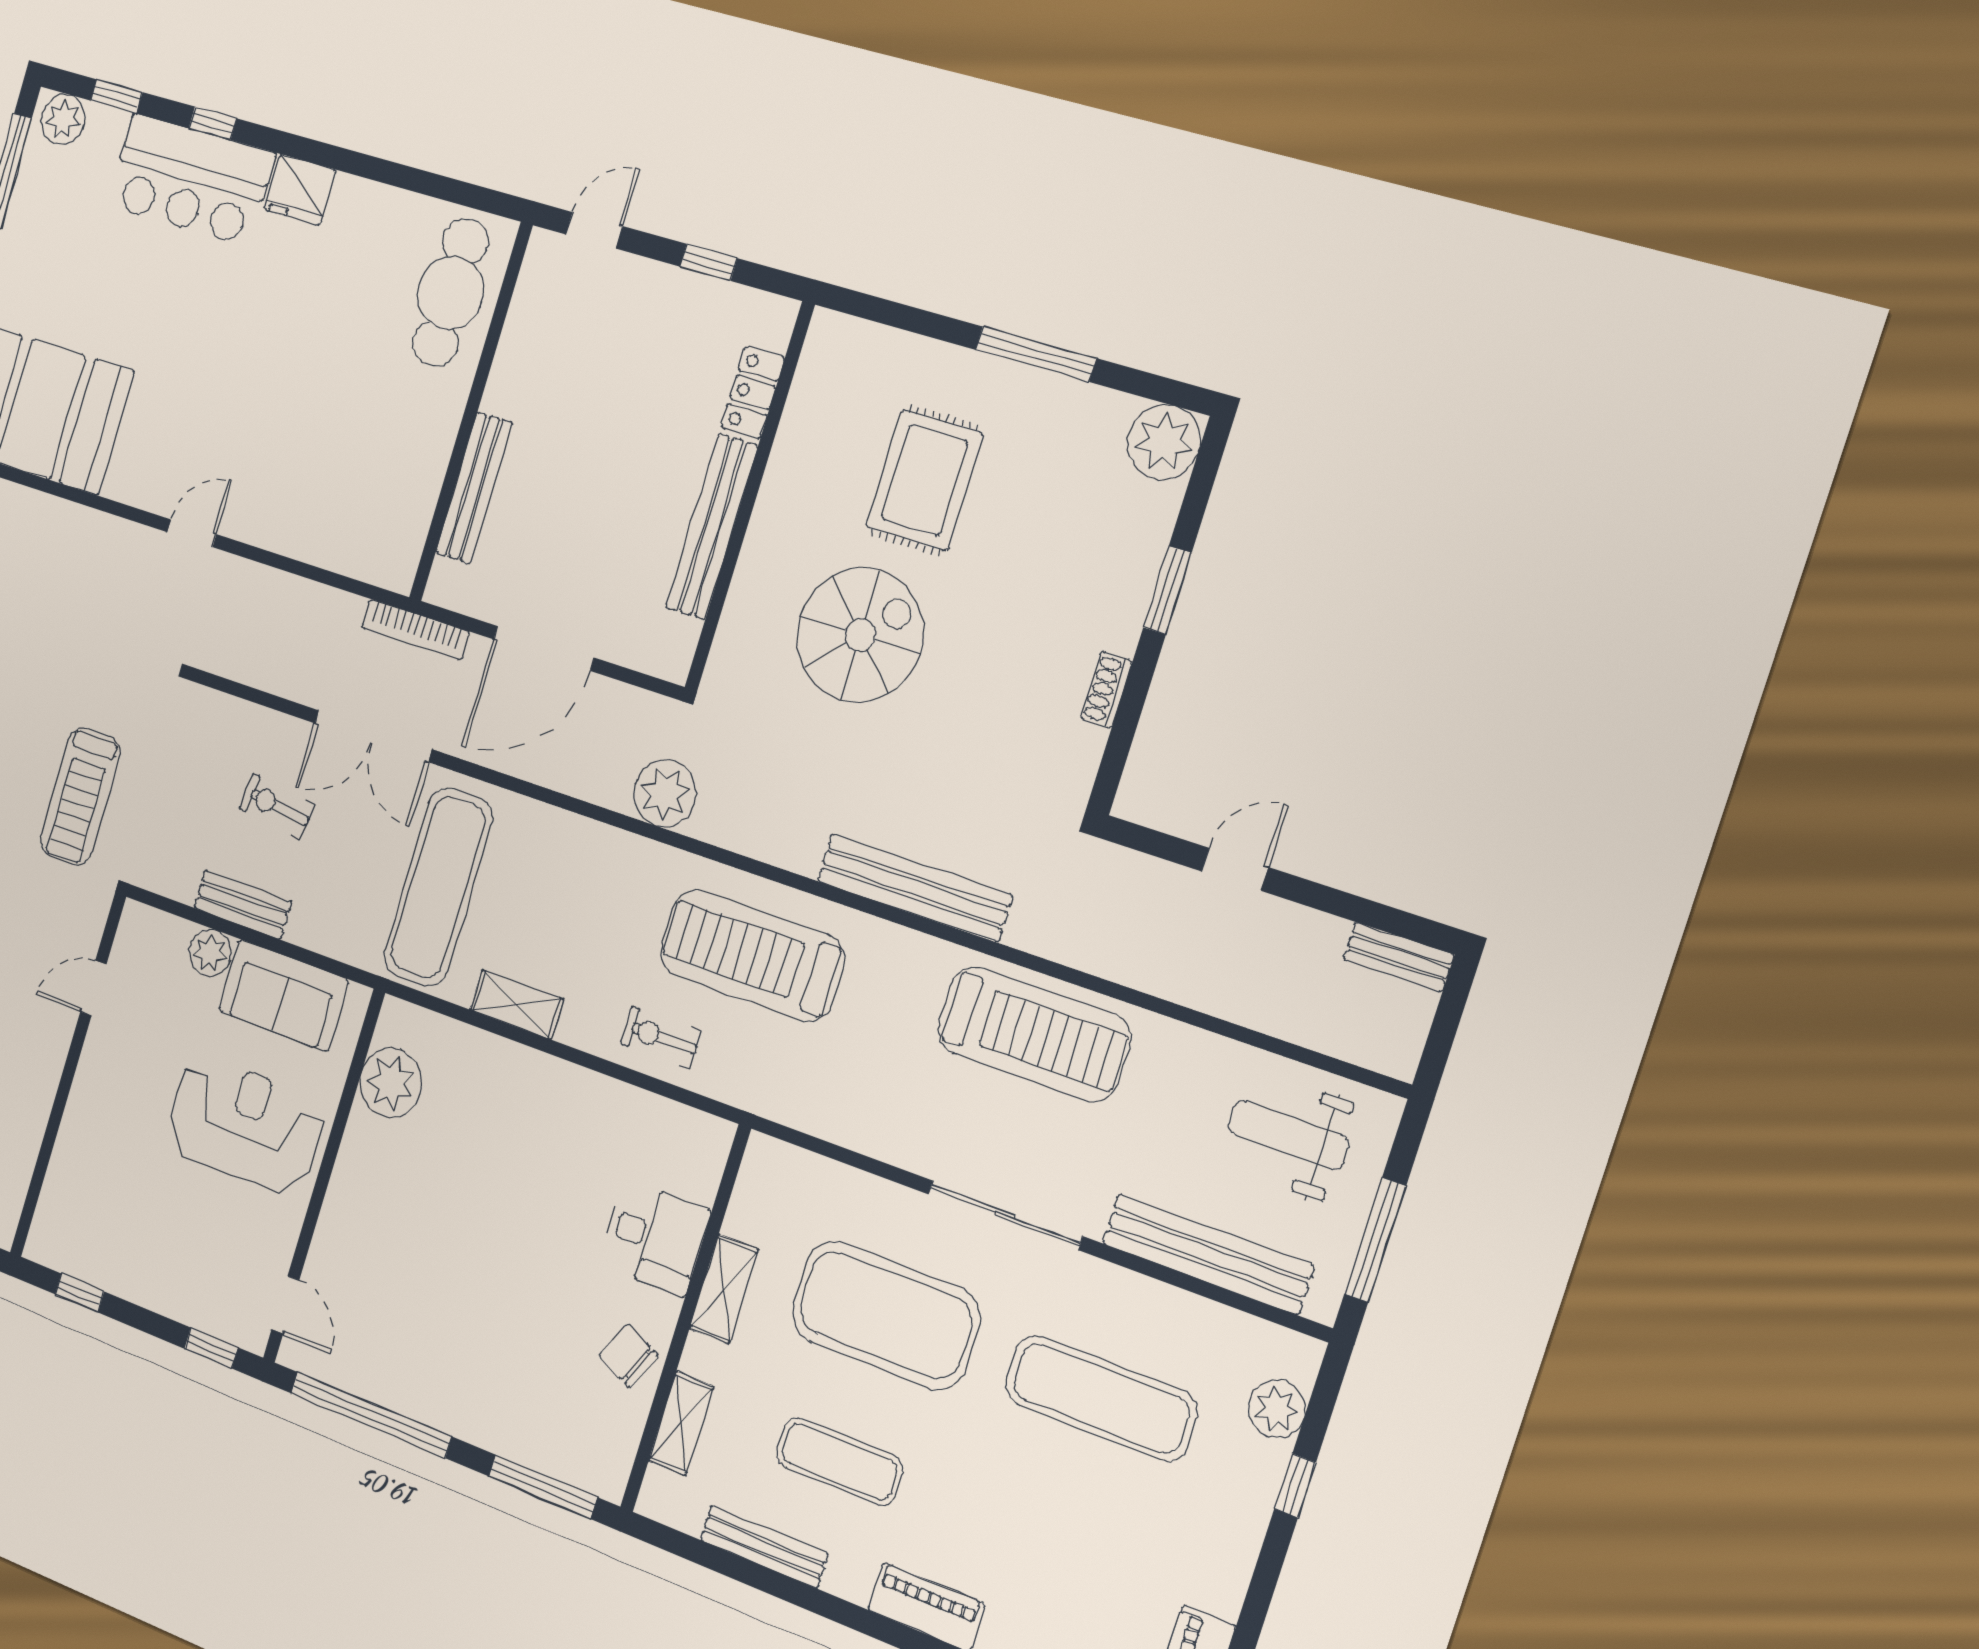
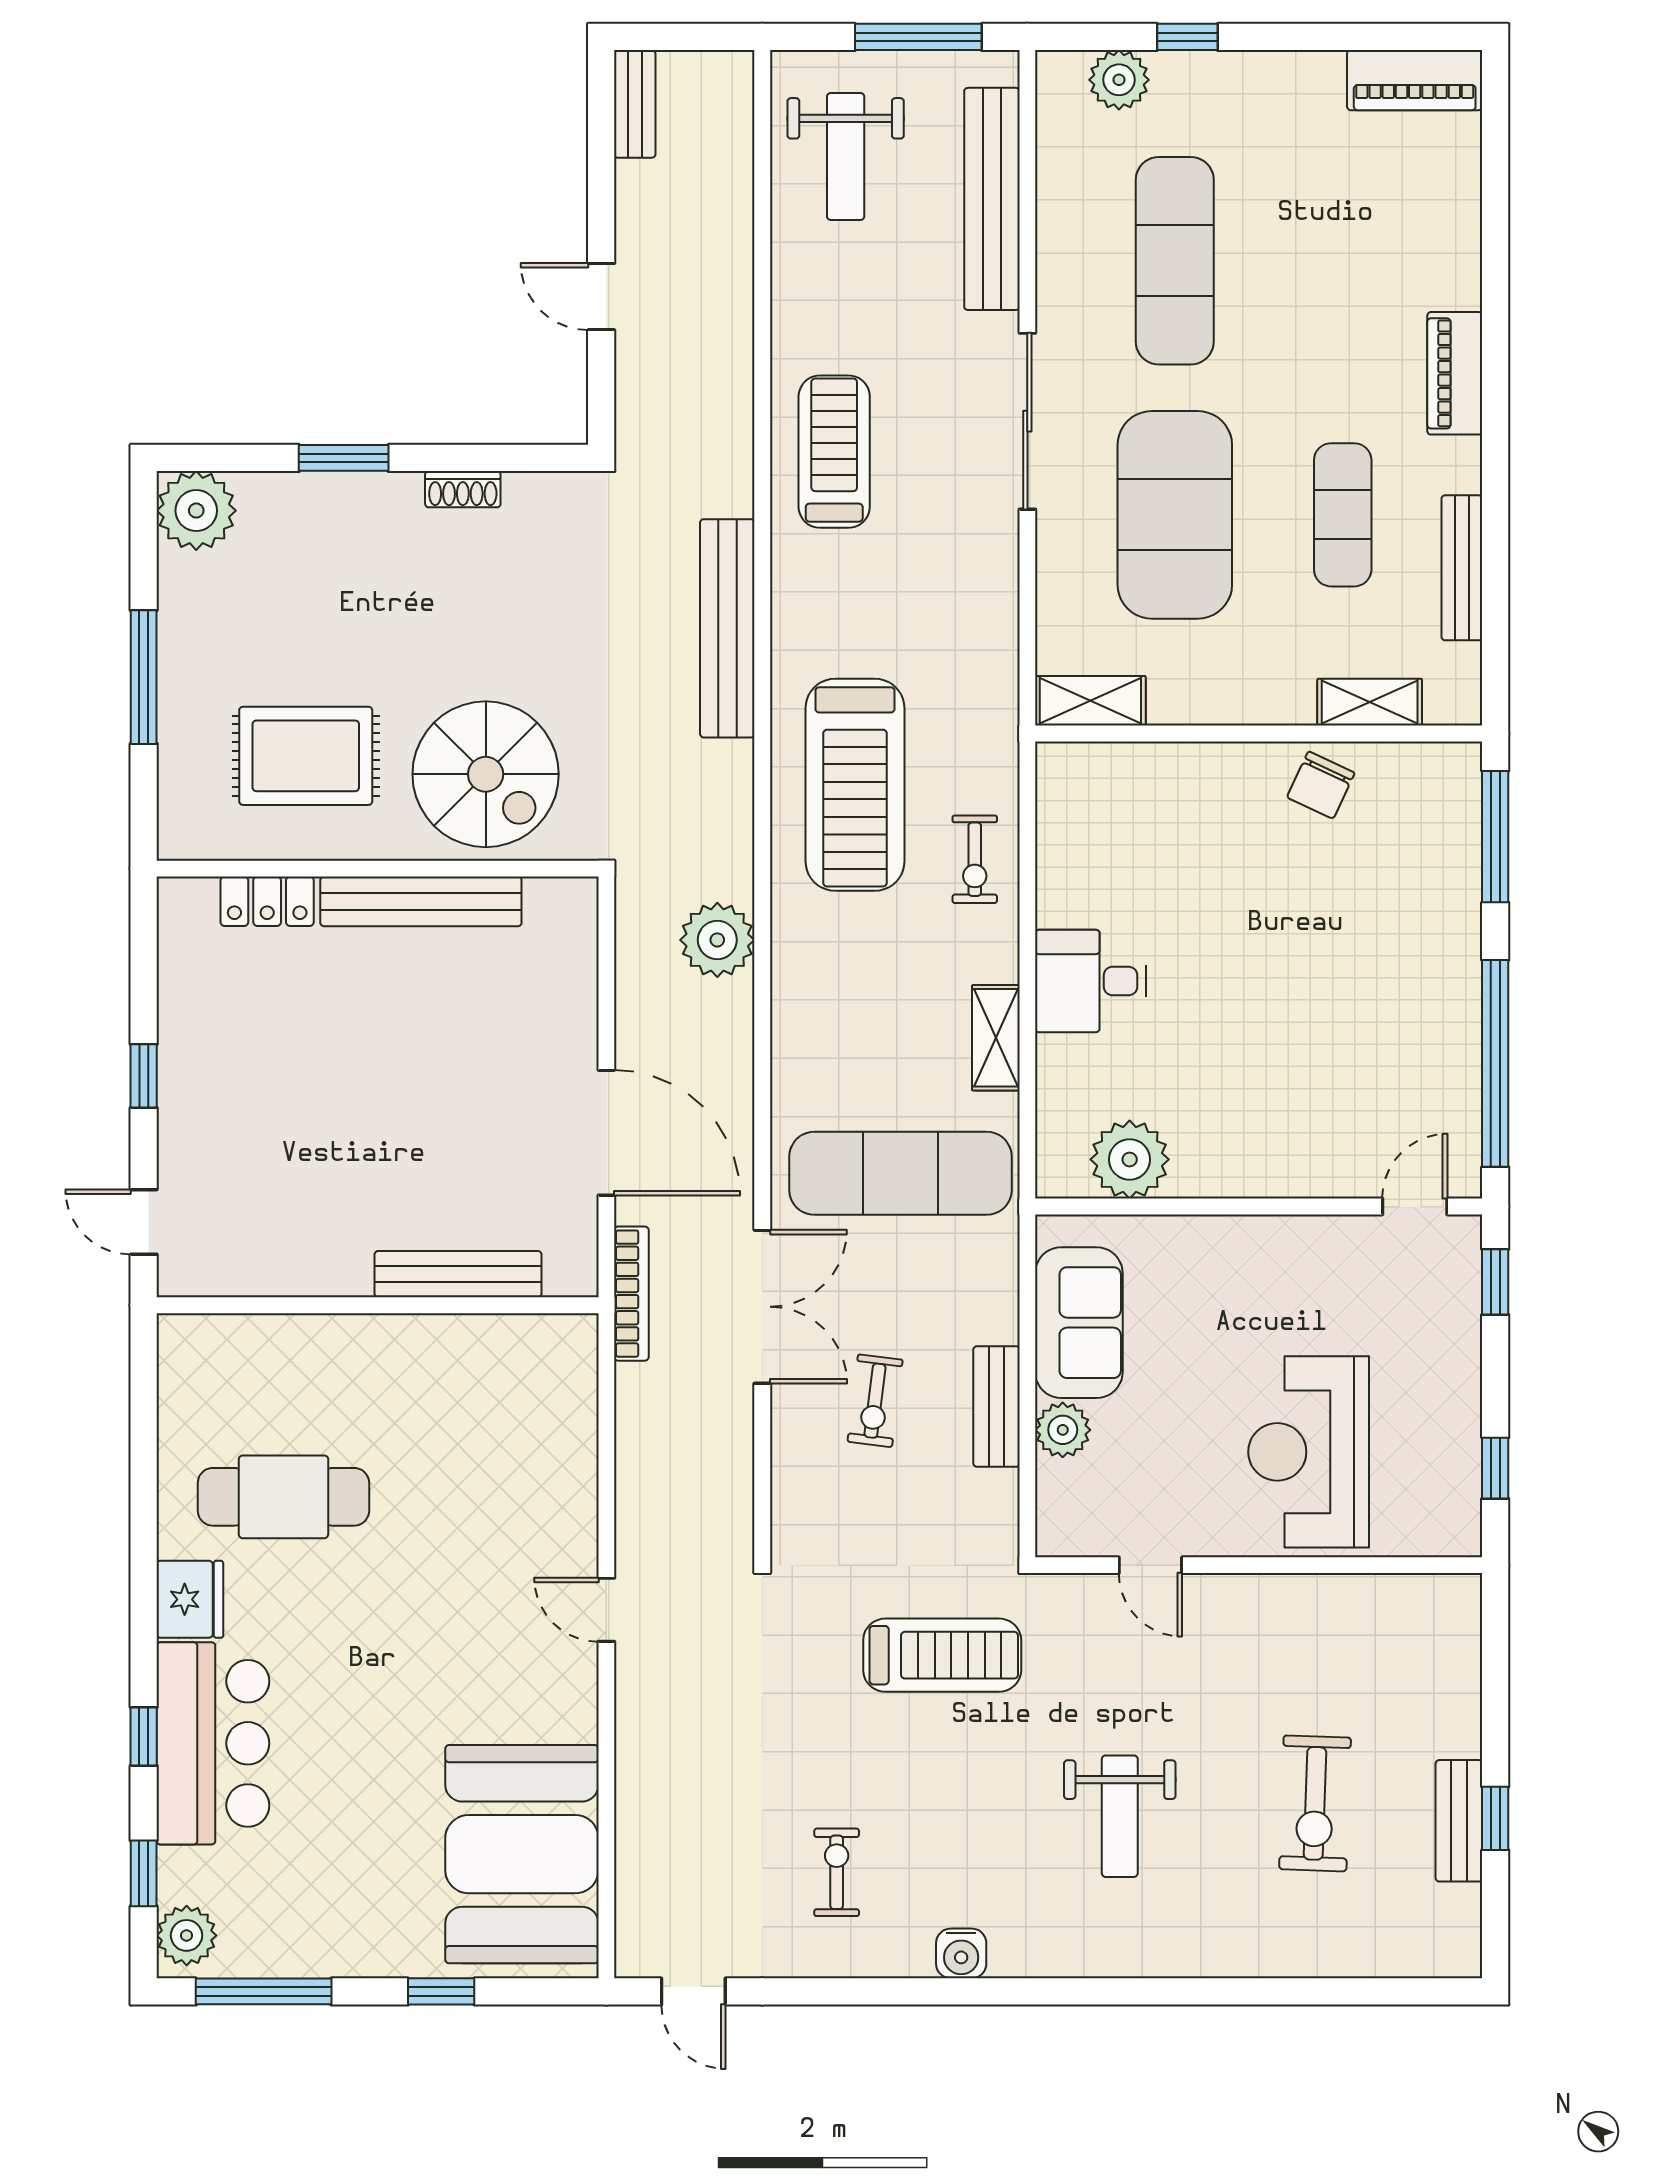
cafe table: (451, 293) -> (283, 1497), moved
locker: (753, 392) -> (267, 901), moved
wall: (749, 497) -> (378, 869), moved
bench: (712, 527) -> (421, 901), moved
spiral stairs: (860, 635) -> (486, 774), turned 180
treadmill: (1033, 1034) -> (834, 452), width x0.73, depth x0.73
reception desk: (245, 1124) -> (1309, 1452), moved
desk: (654, 1237) -> (1091, 981), moved, turned -90
shelving: (724, 1289) -> (1090, 701), moved

